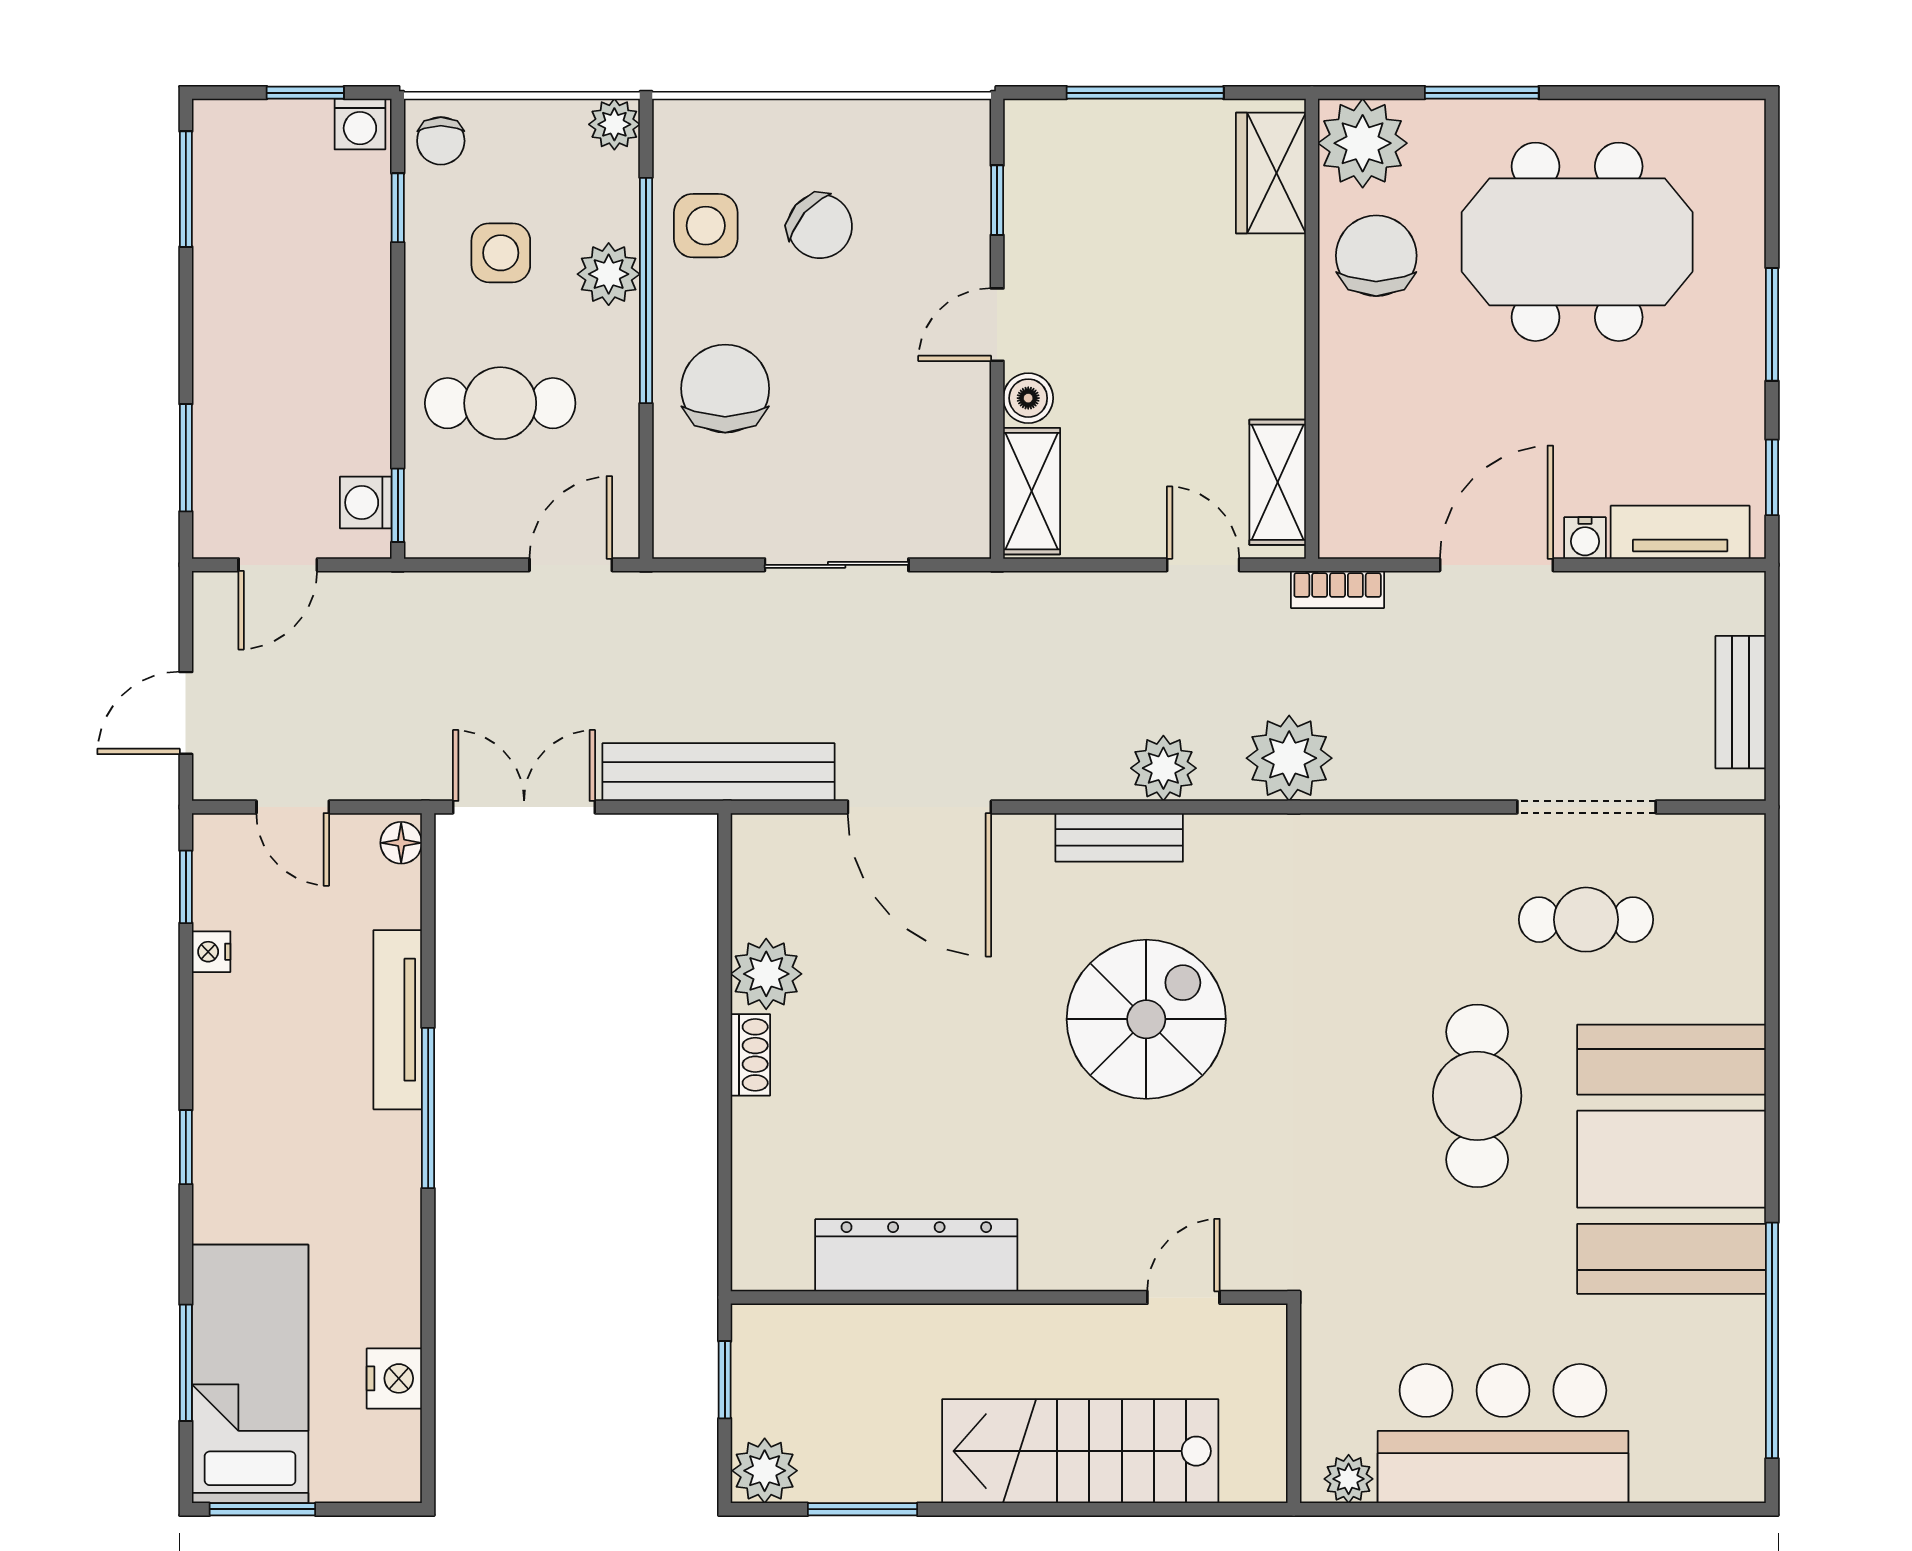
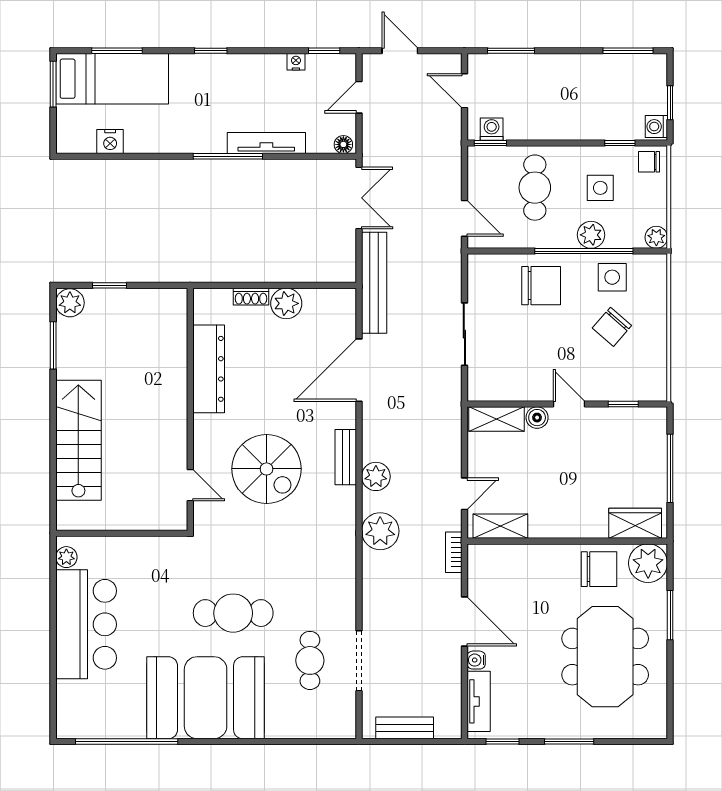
dresser: (916, 1255) -> (209, 369), moved
wall: (1009, 1297) -> (190, 409), moved
door: (1183, 1297) -> (190, 485), moved

